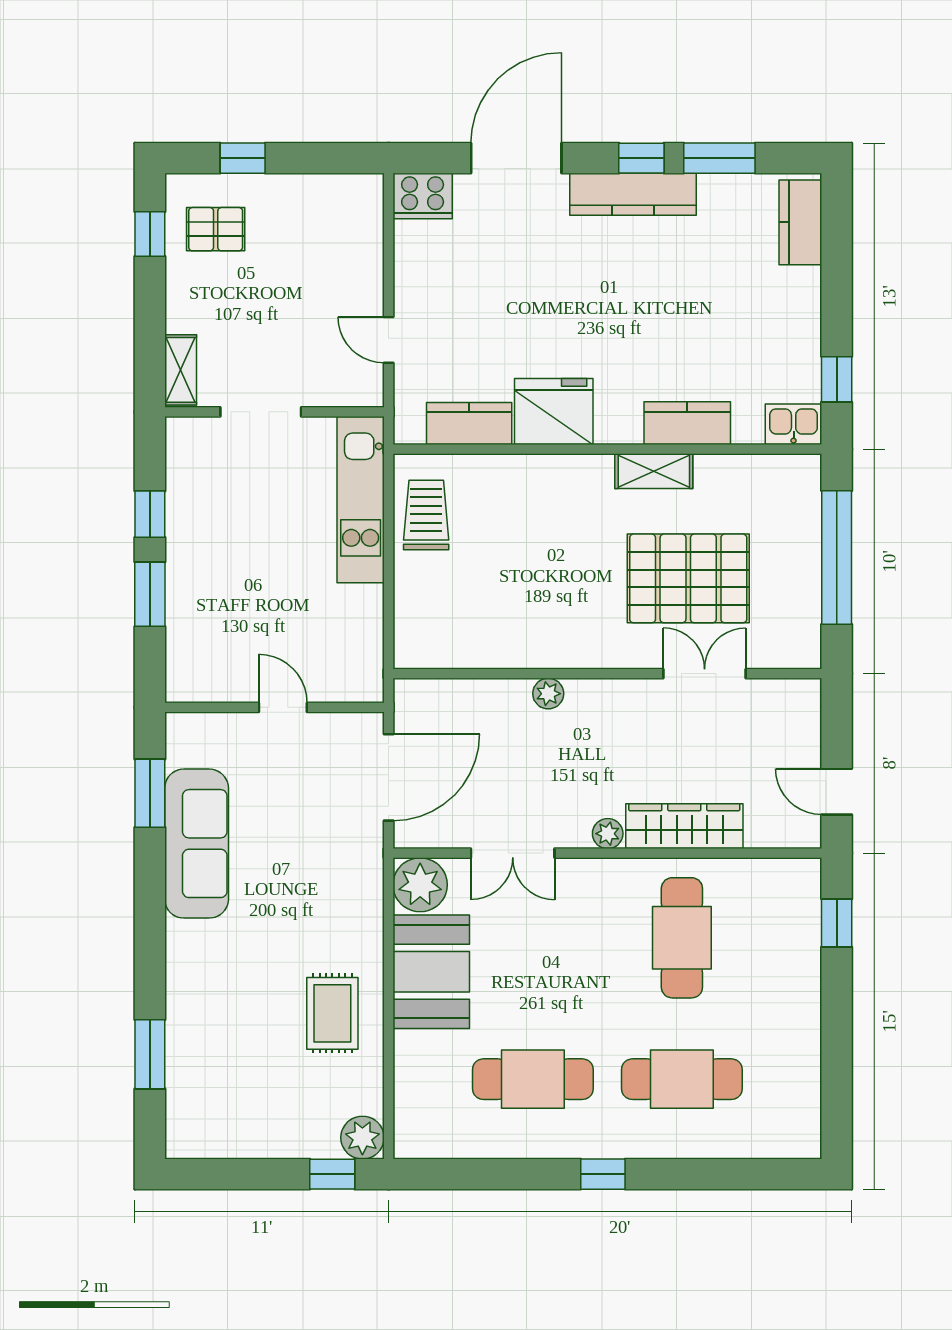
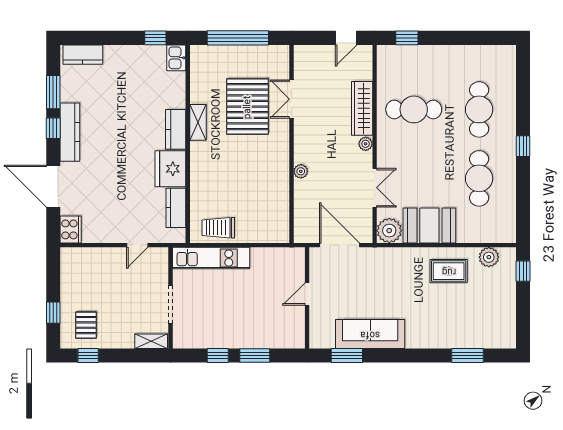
kitchen counter: (687, 423) -> (176, 129), moved
plant: (362, 1138) -> (489, 257), moved

